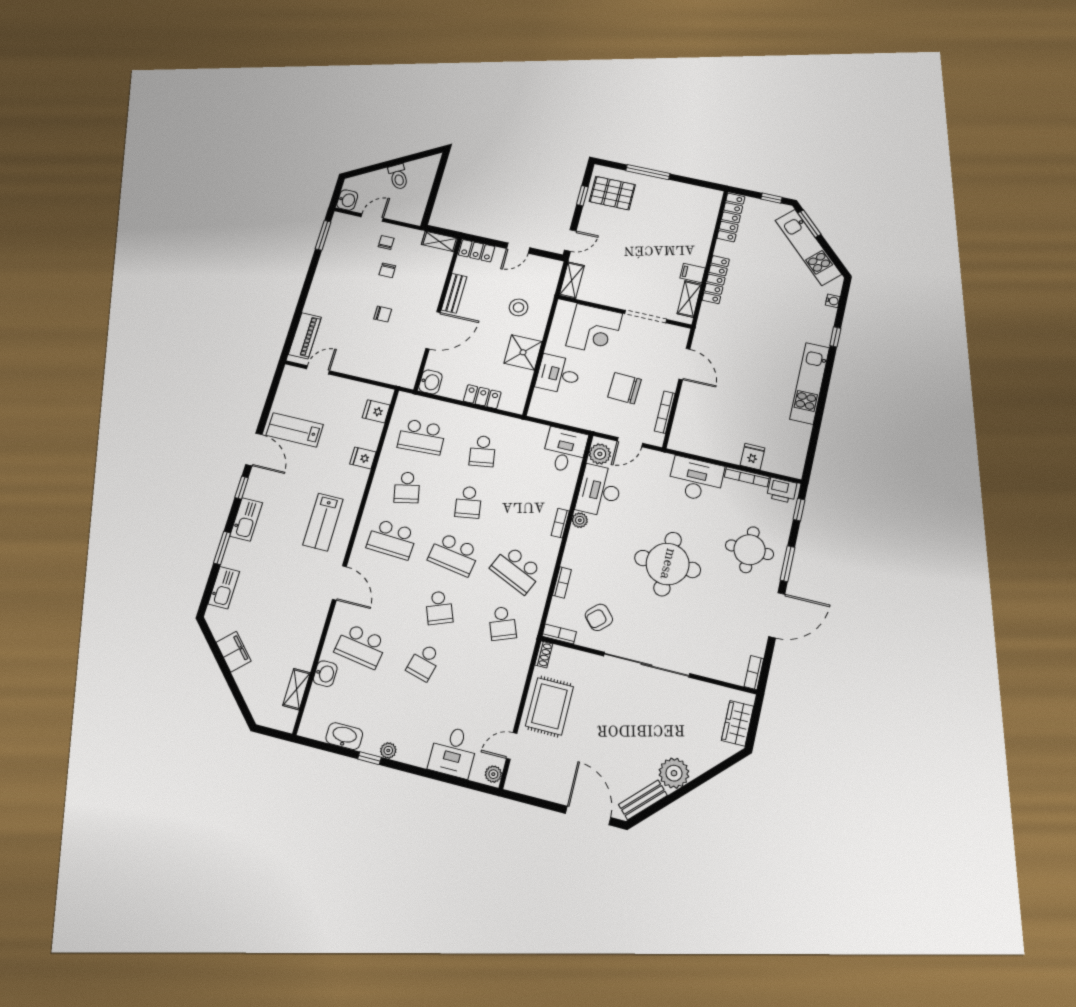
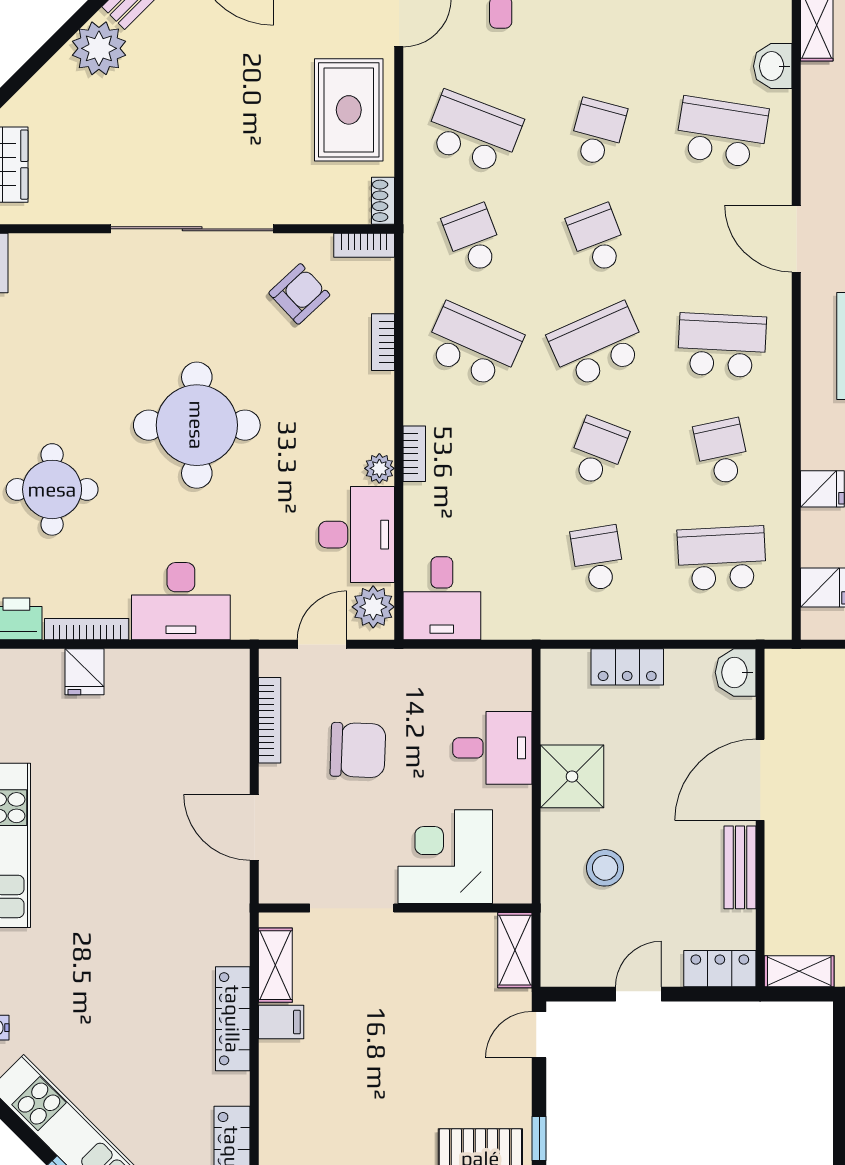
school desk: (468, 502) -> (598, 452), turned 30
school desk: (454, 554) -> (598, 345), turned -33
school desk: (488, 678) -> (473, 132), added

